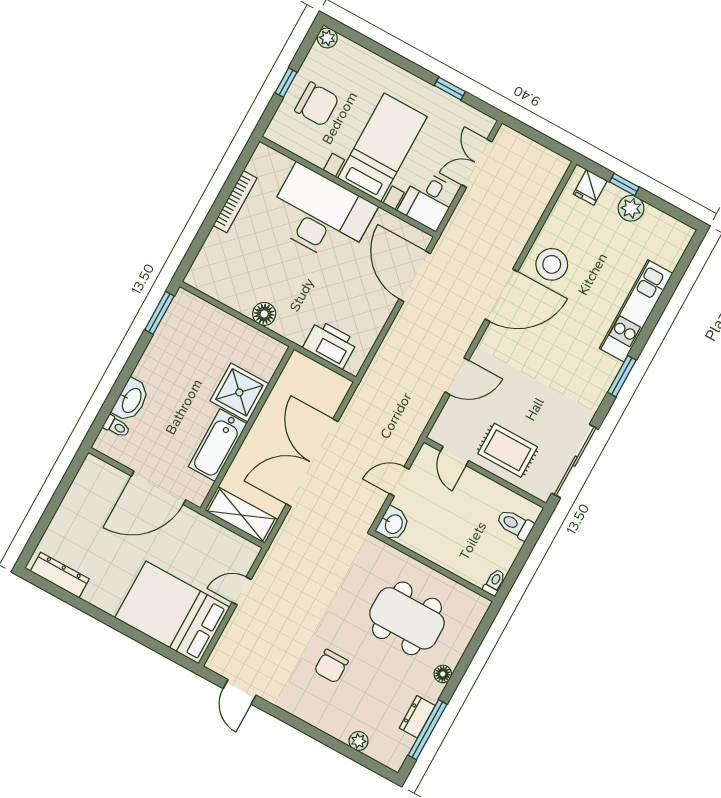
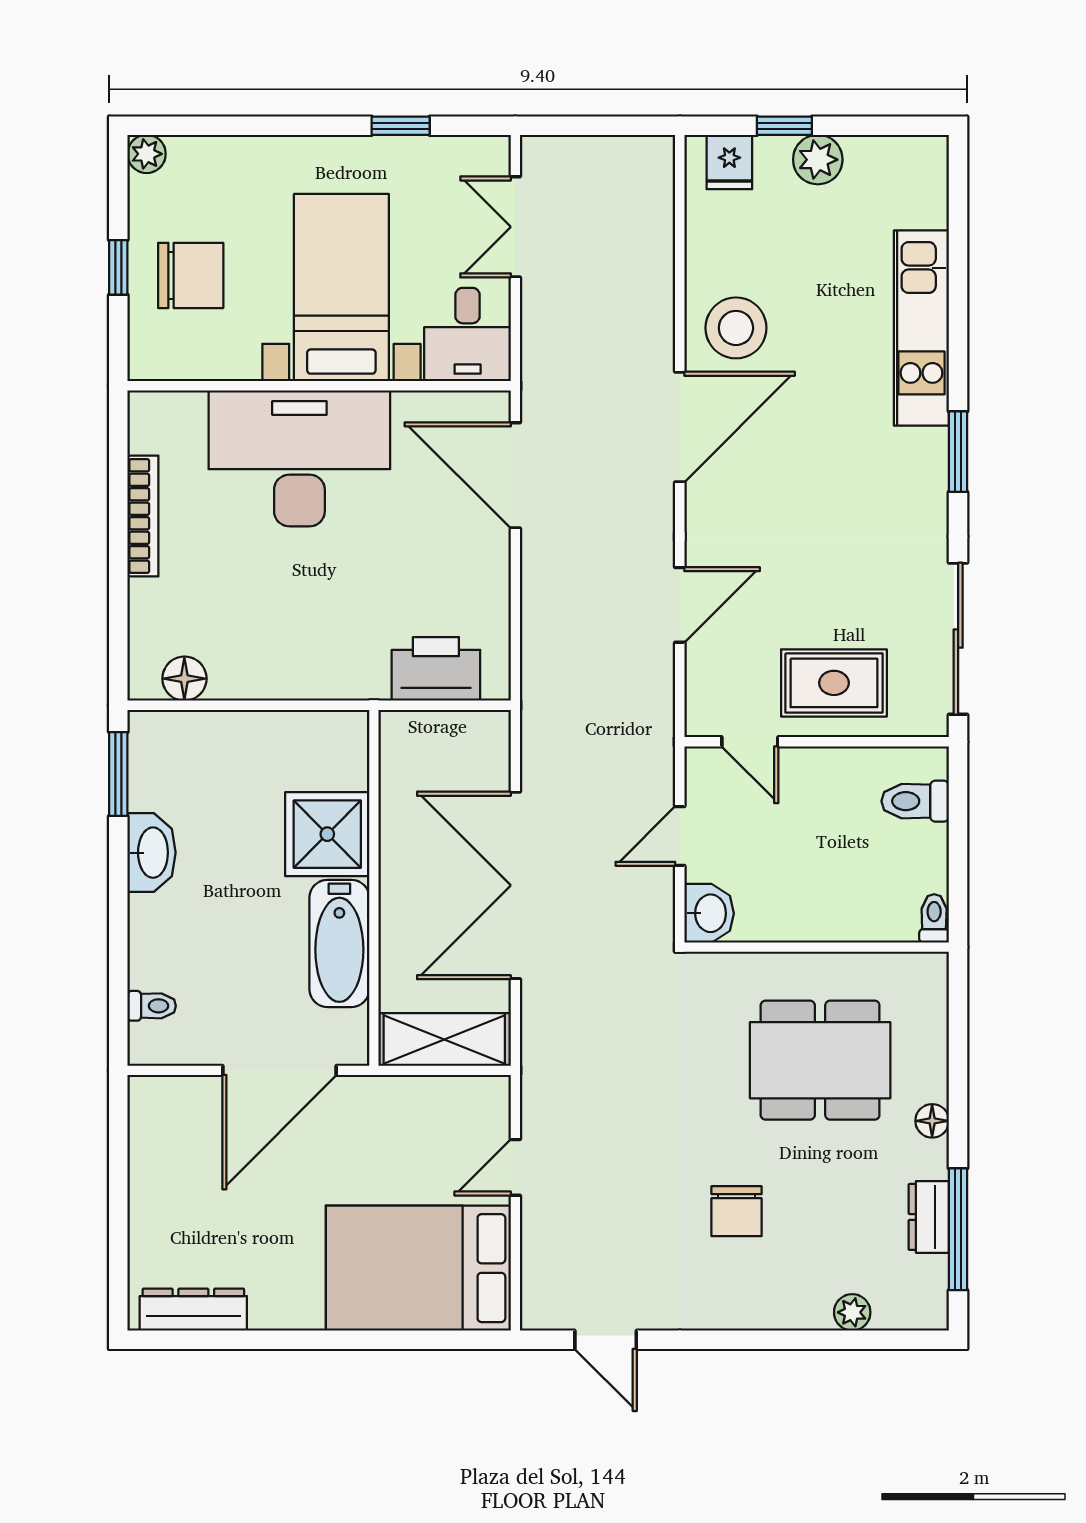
floor lamp: (264, 314) -> (184, 679), moved
washbasin: (131, 400) -> (152, 853), moved

